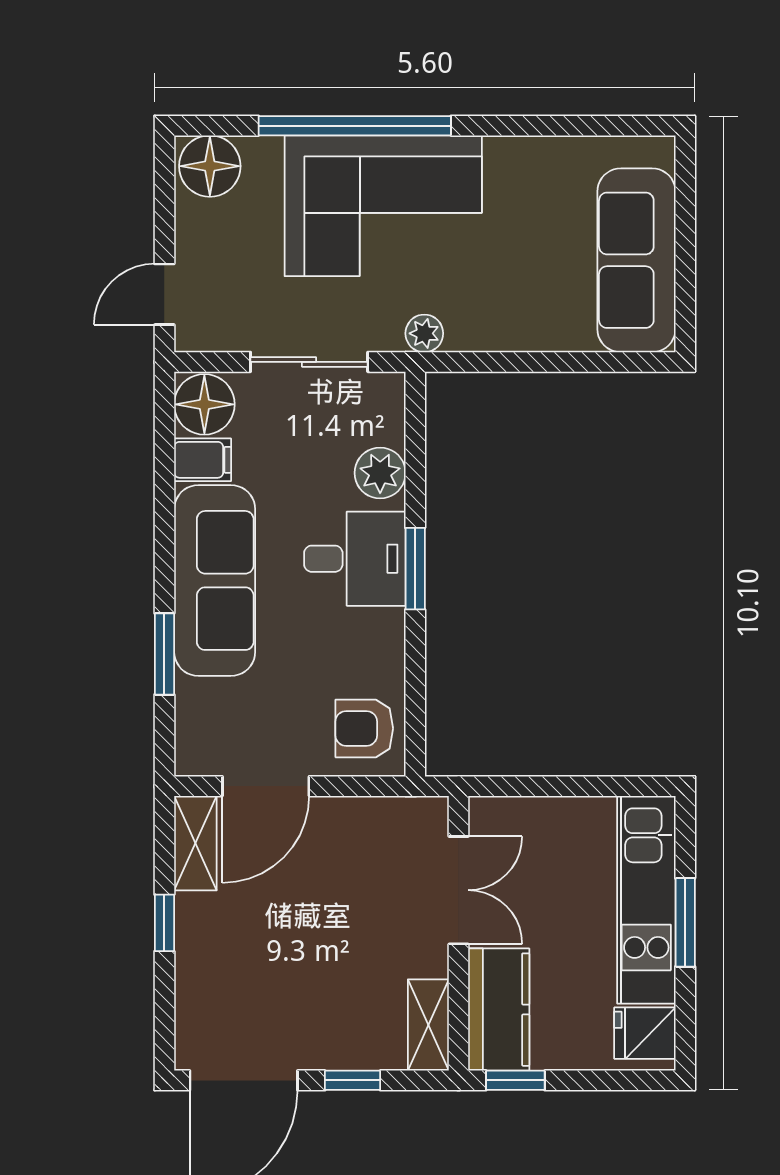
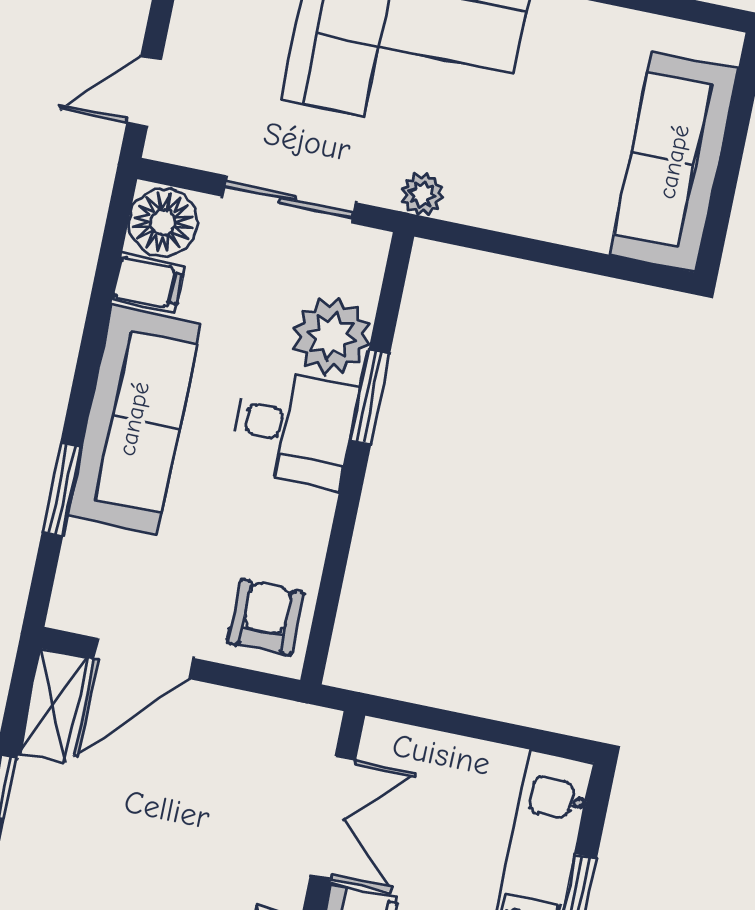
plant: (380, 473) -> (331, 336), width x1.36, depth x1.36
window: (415, 569) -> (370, 397), moved
armchair: (364, 728) -> (266, 617), turned 90

